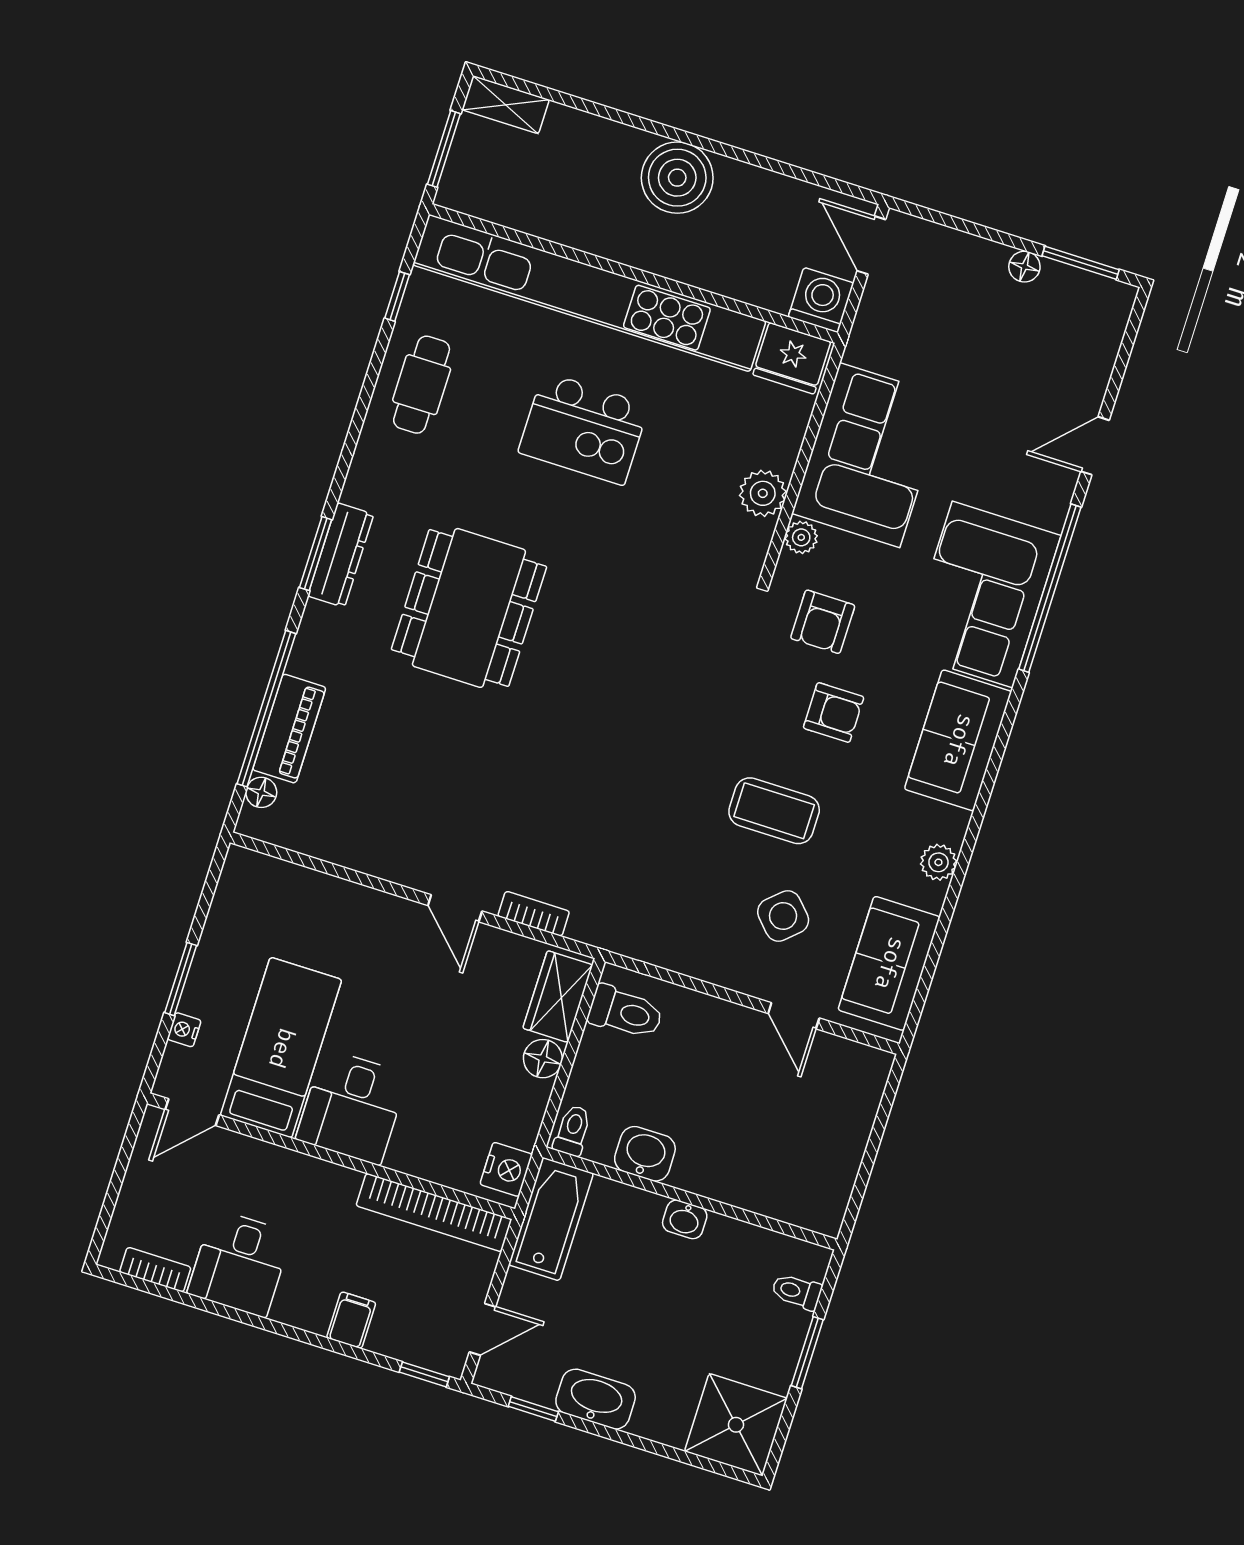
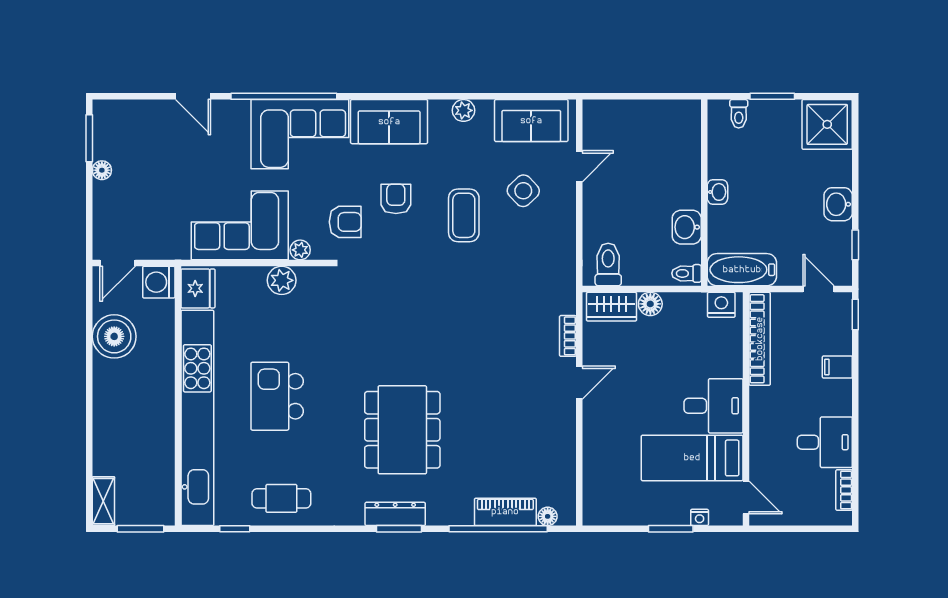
boiler: (677, 178) -> (114, 336), moved
kitchen island: (584, 429) -> (277, 396), turned 180
dining table: (469, 608) -> (402, 430), turned 90
washbasin: (596, 1399) -> (838, 204), width x0.72

